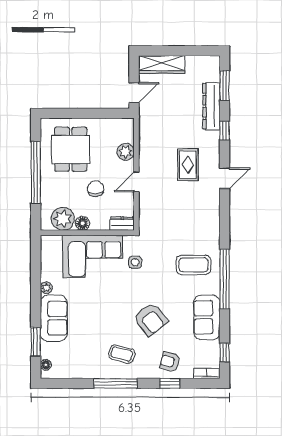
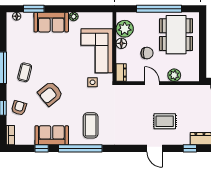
dining table: (71, 149) -> (176, 35), width x1.38
window: (225, 353) -> (42, 148), moved

